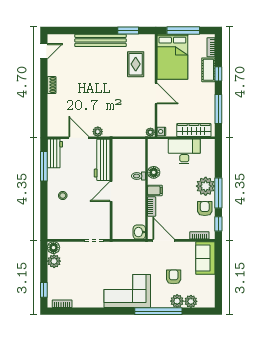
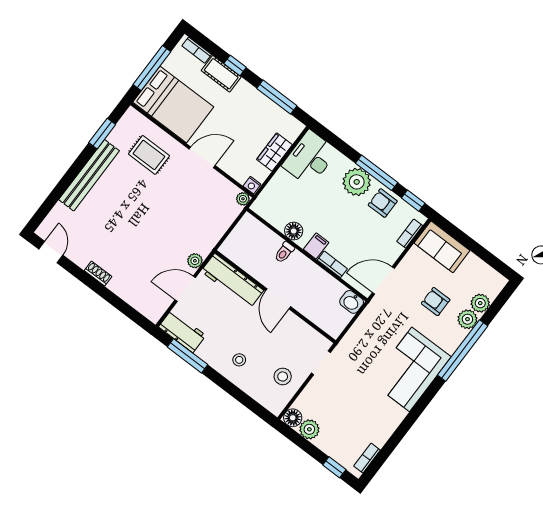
wardrobe: (194, 130) -> (274, 152), width x0.67
desk: (184, 151) -> (310, 158), moved
stool: (71, 225) -> (283, 376), added

